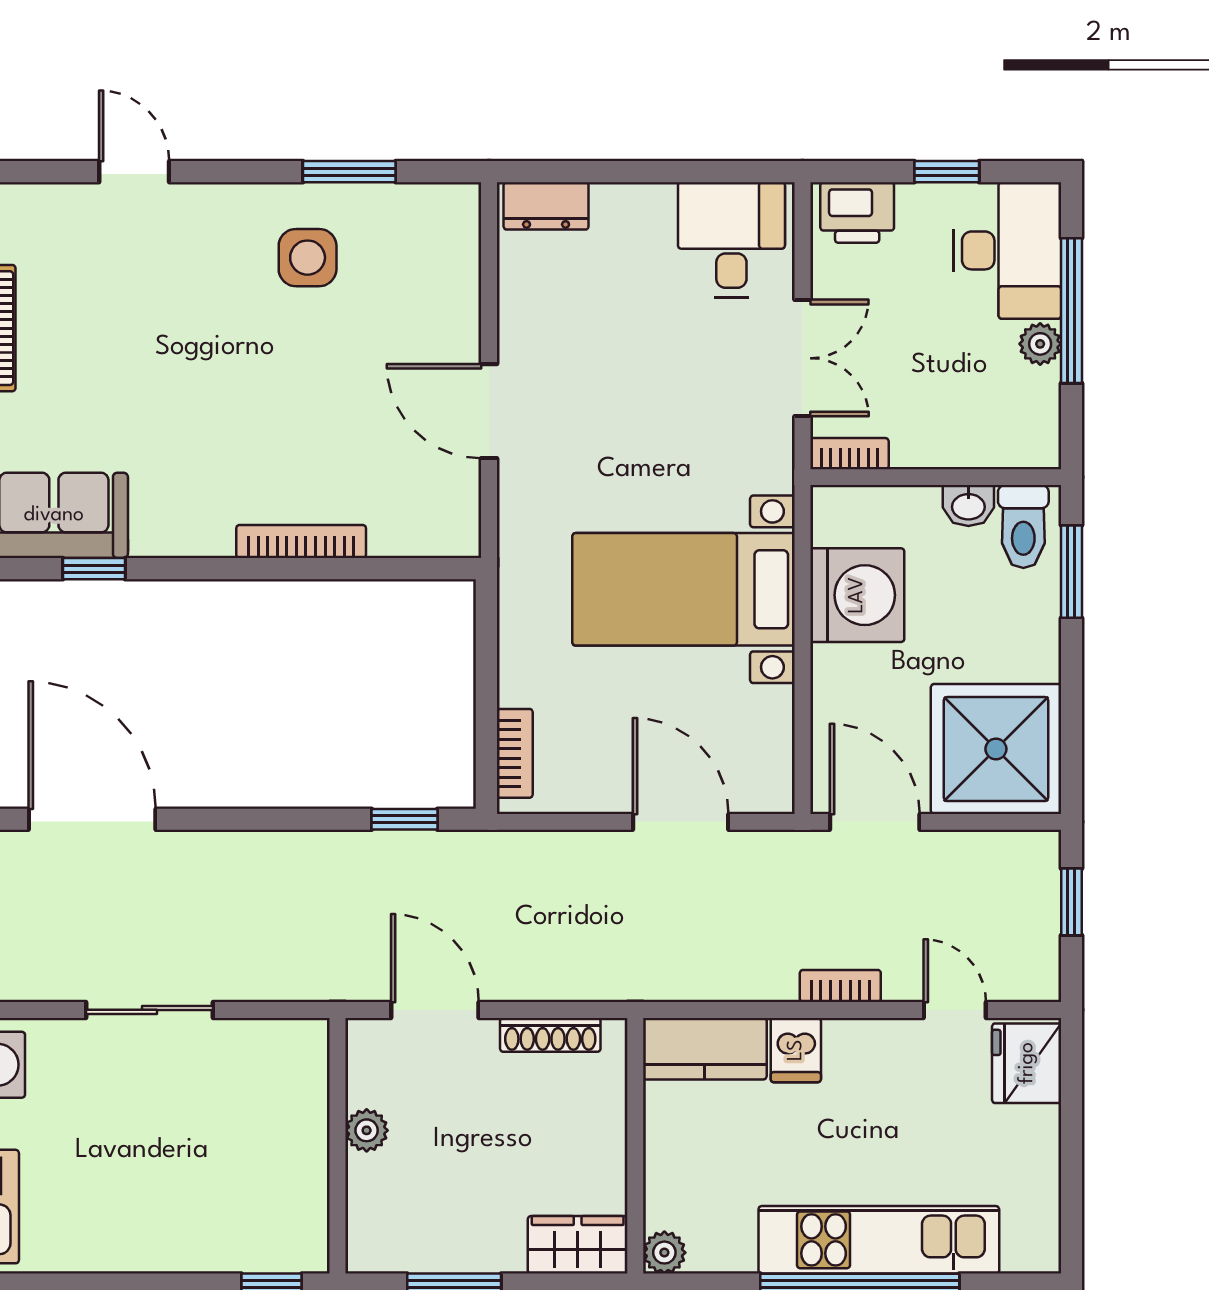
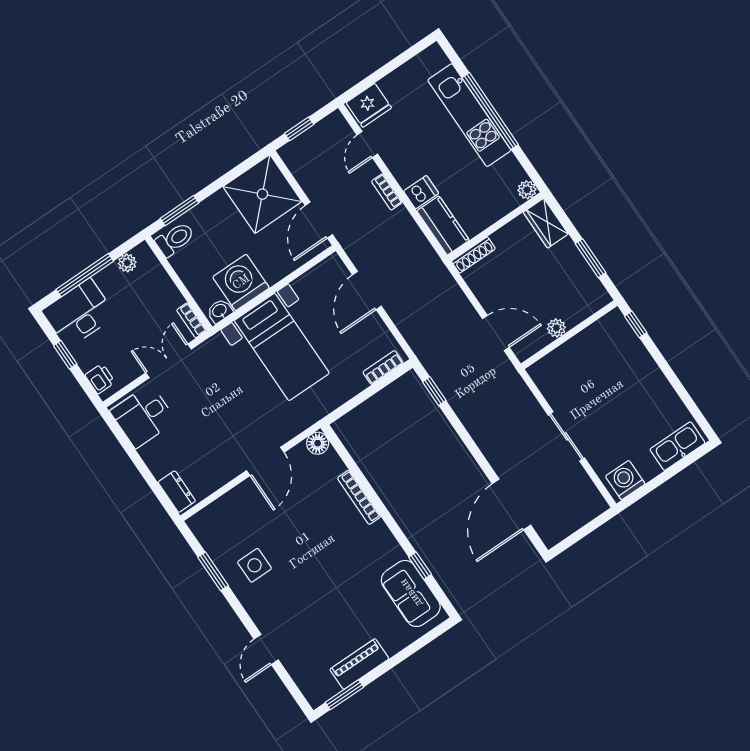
printer: (857, 212) -> (100, 379), width x0.73, depth x0.81
plant: (1040, 344) -> (127, 263), moved
washbasin: (968, 506) -> (220, 311), moved, turned -90
floor lamp: (456, 533) -> (318, 443), added
door: (435, 1010) -> (496, 333), swing flipped
shoe rack: (550, 1035) -> (473, 255), moved, turned 90

